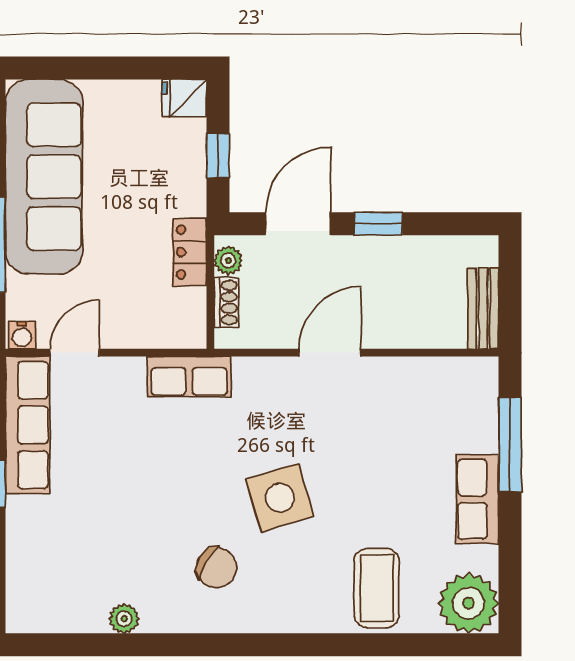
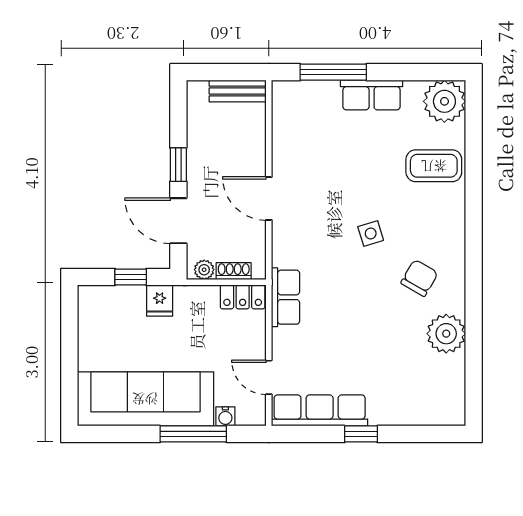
fridge: (184, 98) -> (160, 301), moved
locker: (190, 252) -> (243, 297), moved
water cooler: (22, 335) -> (225, 416), moved, turned 90
side table: (280, 498) -> (371, 233), width x0.54, depth x0.54
plant: (124, 619) -> (446, 334), width x1.88, depth x1.88

